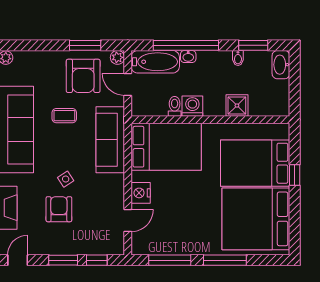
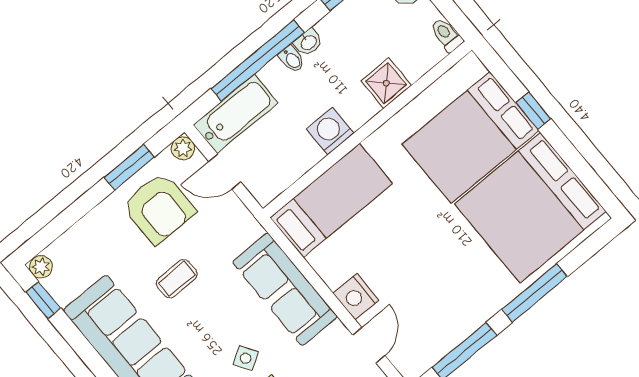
washbasin: (188, 57) -> (308, 42), moved
bidet: (238, 58) -> (292, 59), moved
toilet: (175, 106) -> (446, 35), moved
sofa: (110, 140) -> (285, 289), moved
bed: (166, 147) -> (331, 200), width x0.67

